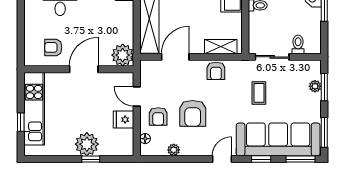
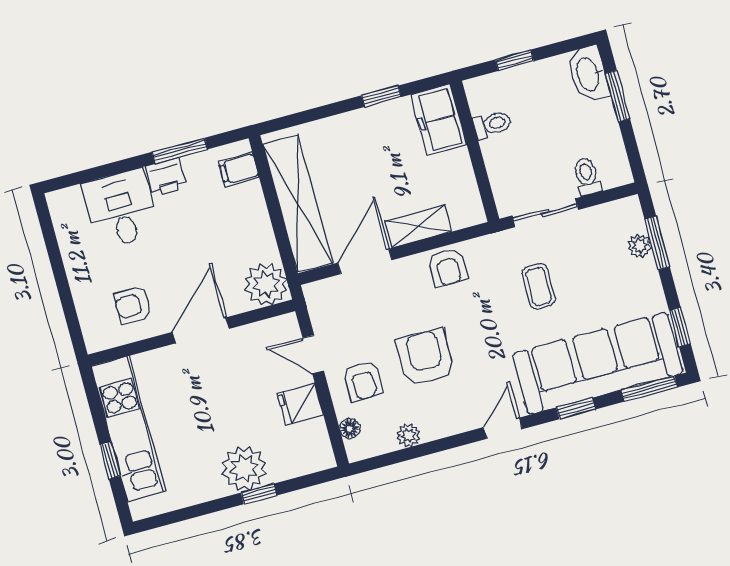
shelving: (221, 47) -> (418, 226), moved
armchair: (193, 113) -> (426, 358), turned 180
window: (324, 132) -> (680, 327), width x0.67

